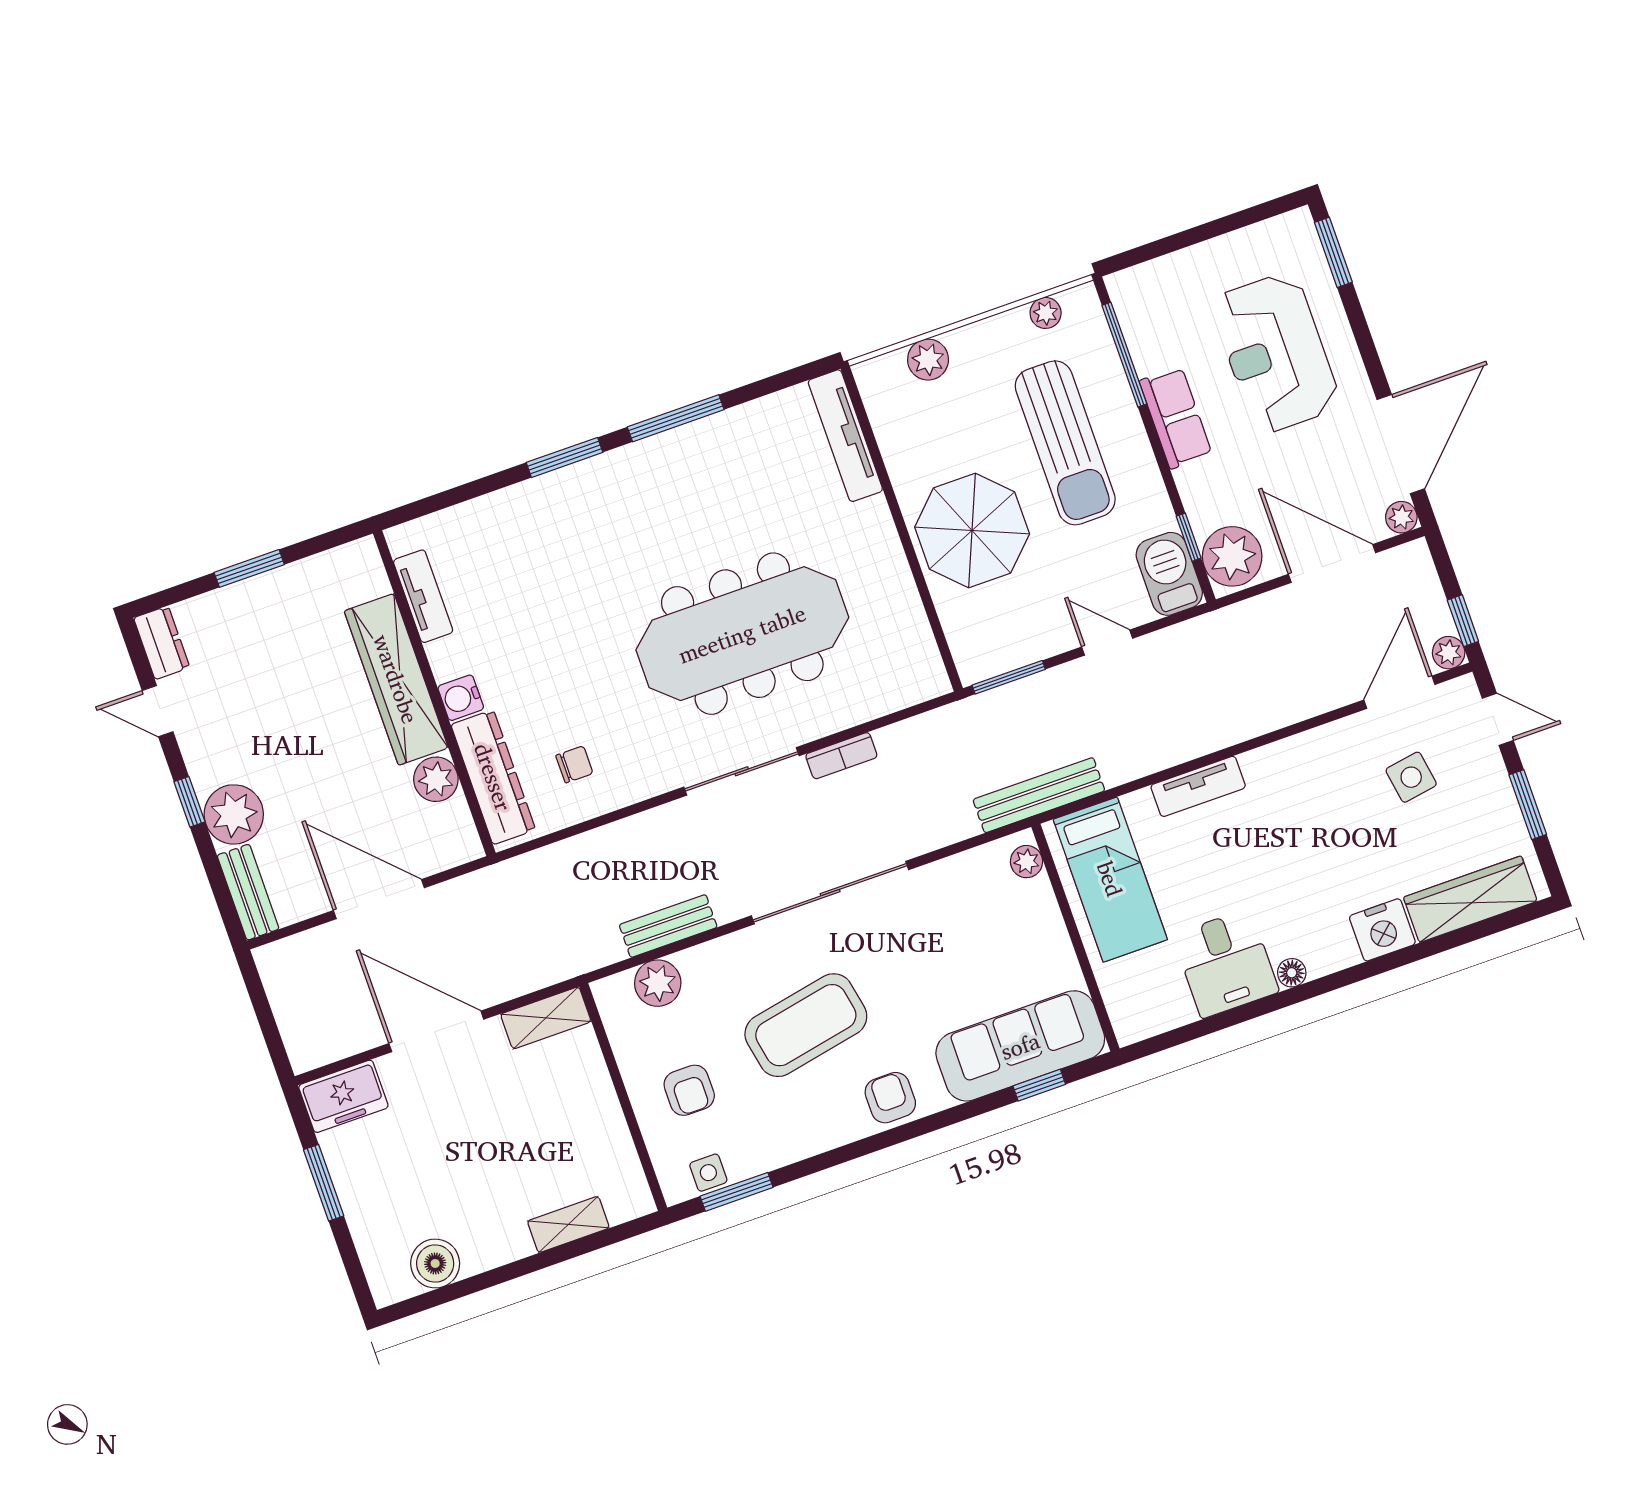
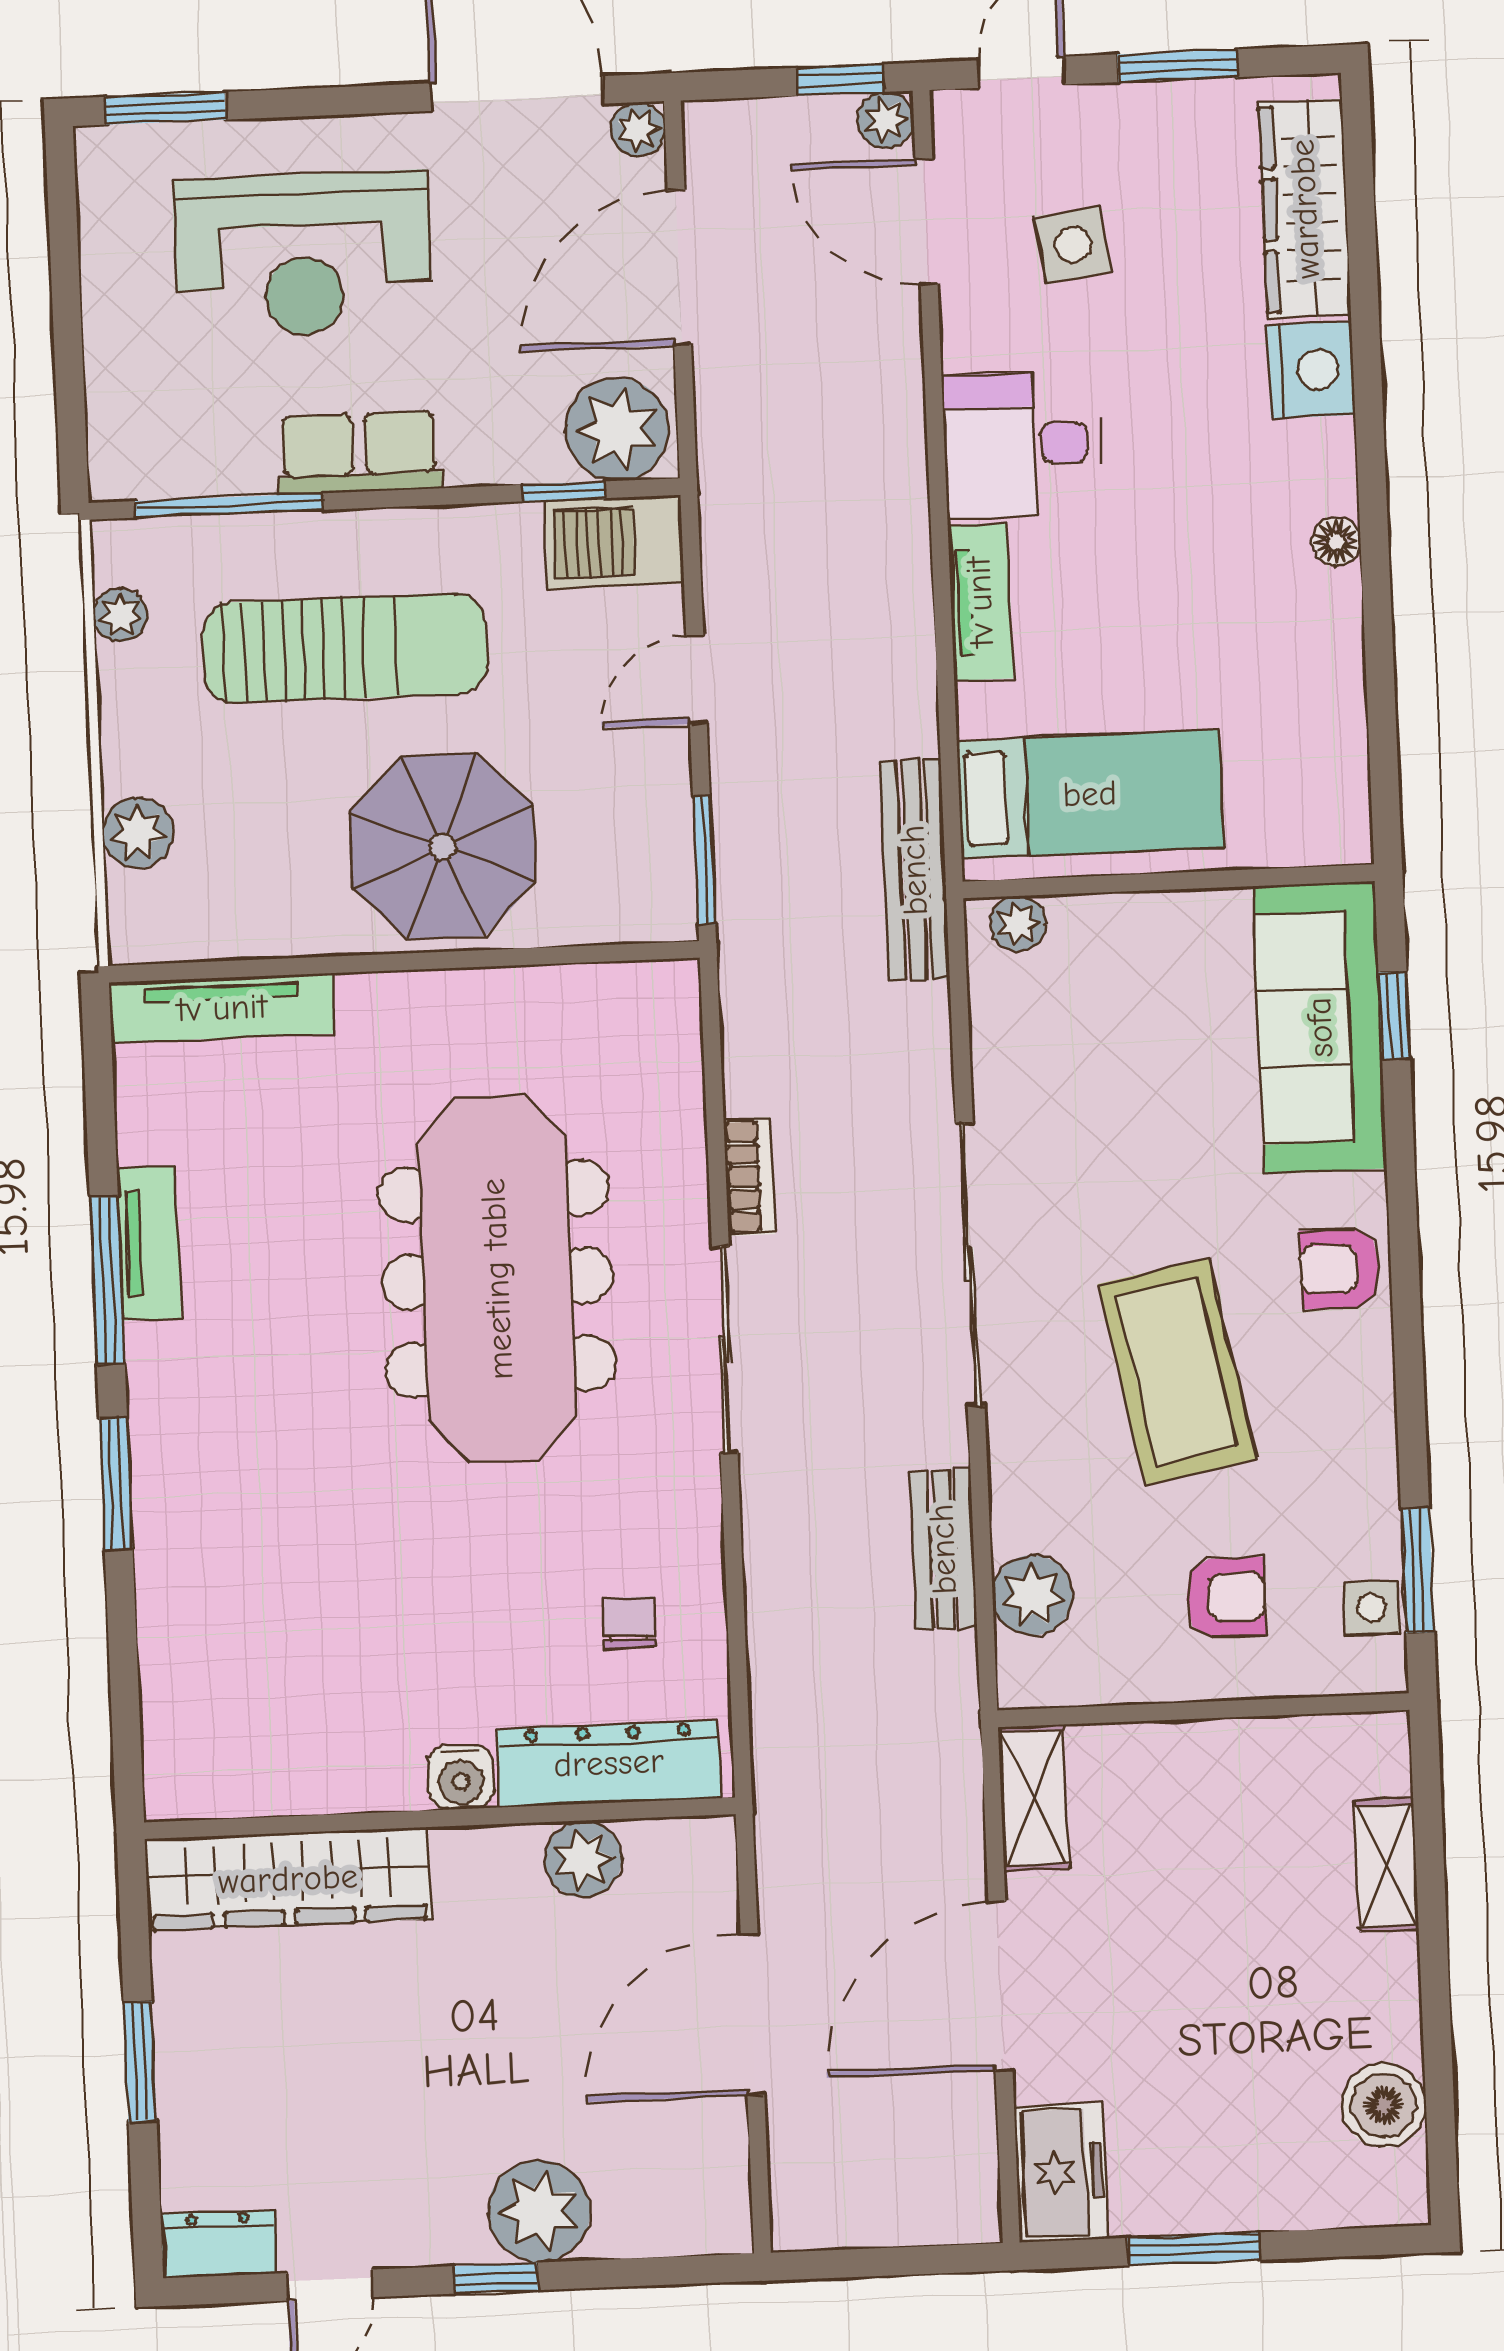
tv unit: (423, 596) -> (149, 1243), moved, turned 90
wardrobe: (396, 679) -> (288, 1879), moved
bench: (248, 892) -> (675, 2227), removed
desk: (1226, 963) -> (1022, 444), moved, turned 180

